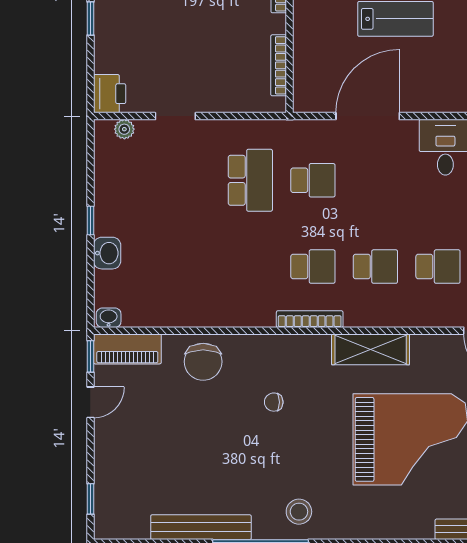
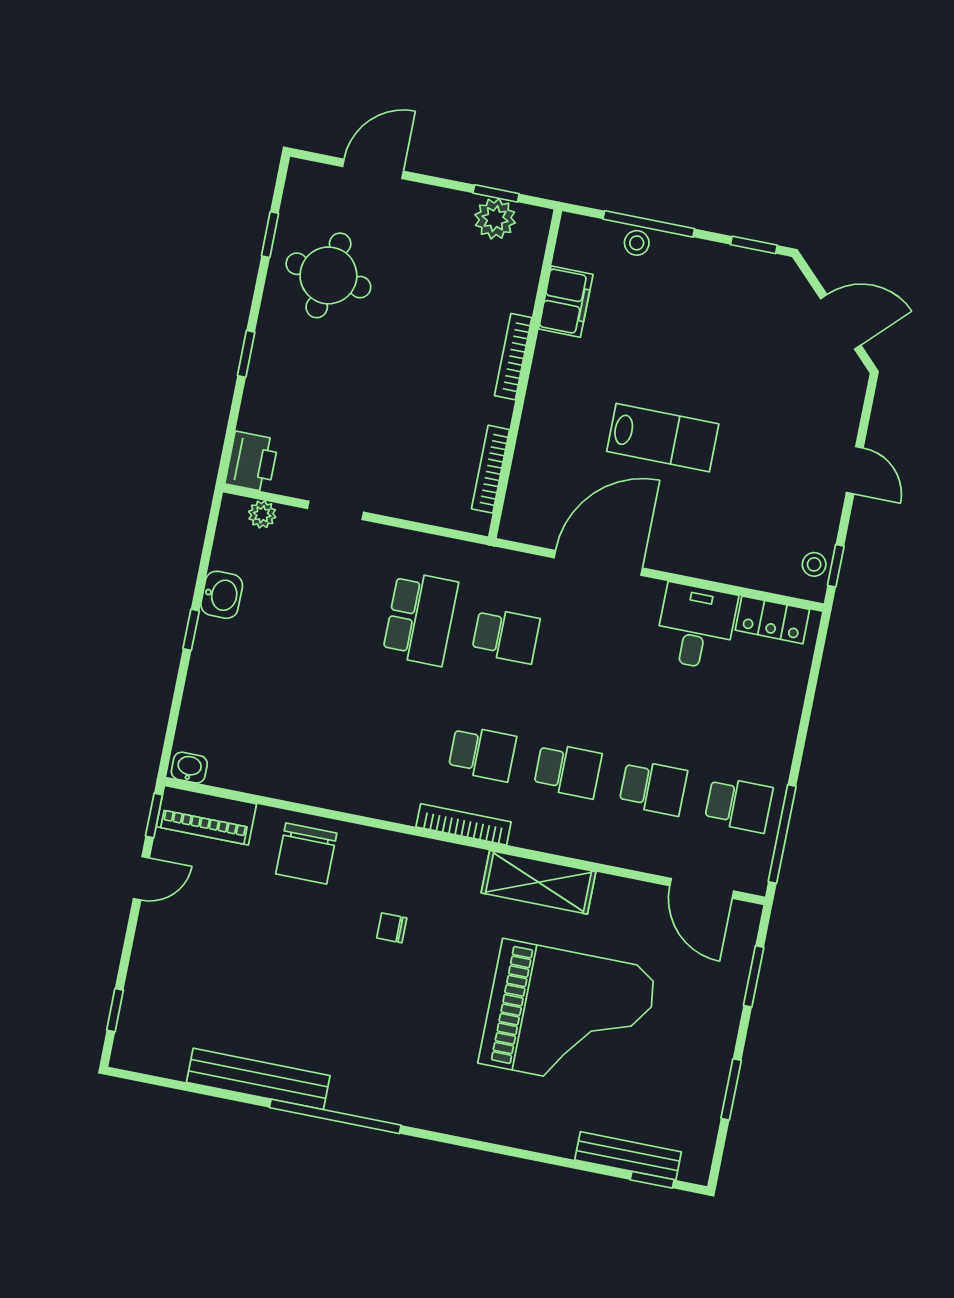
washbasin: (107, 253) -> (222, 595), moved
stool: (299, 512) -> (396, 1084), removed

